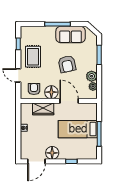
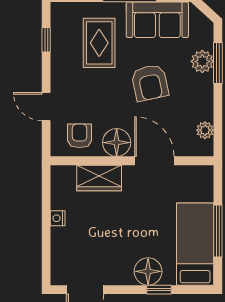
rug: (33, 57) -> (99, 43), moved
plant: (92, 76) -> (202, 61), moved
bed: (78, 129) -> (195, 244), moved, turned 90
floor lamp: (52, 153) -> (148, 271), moved

